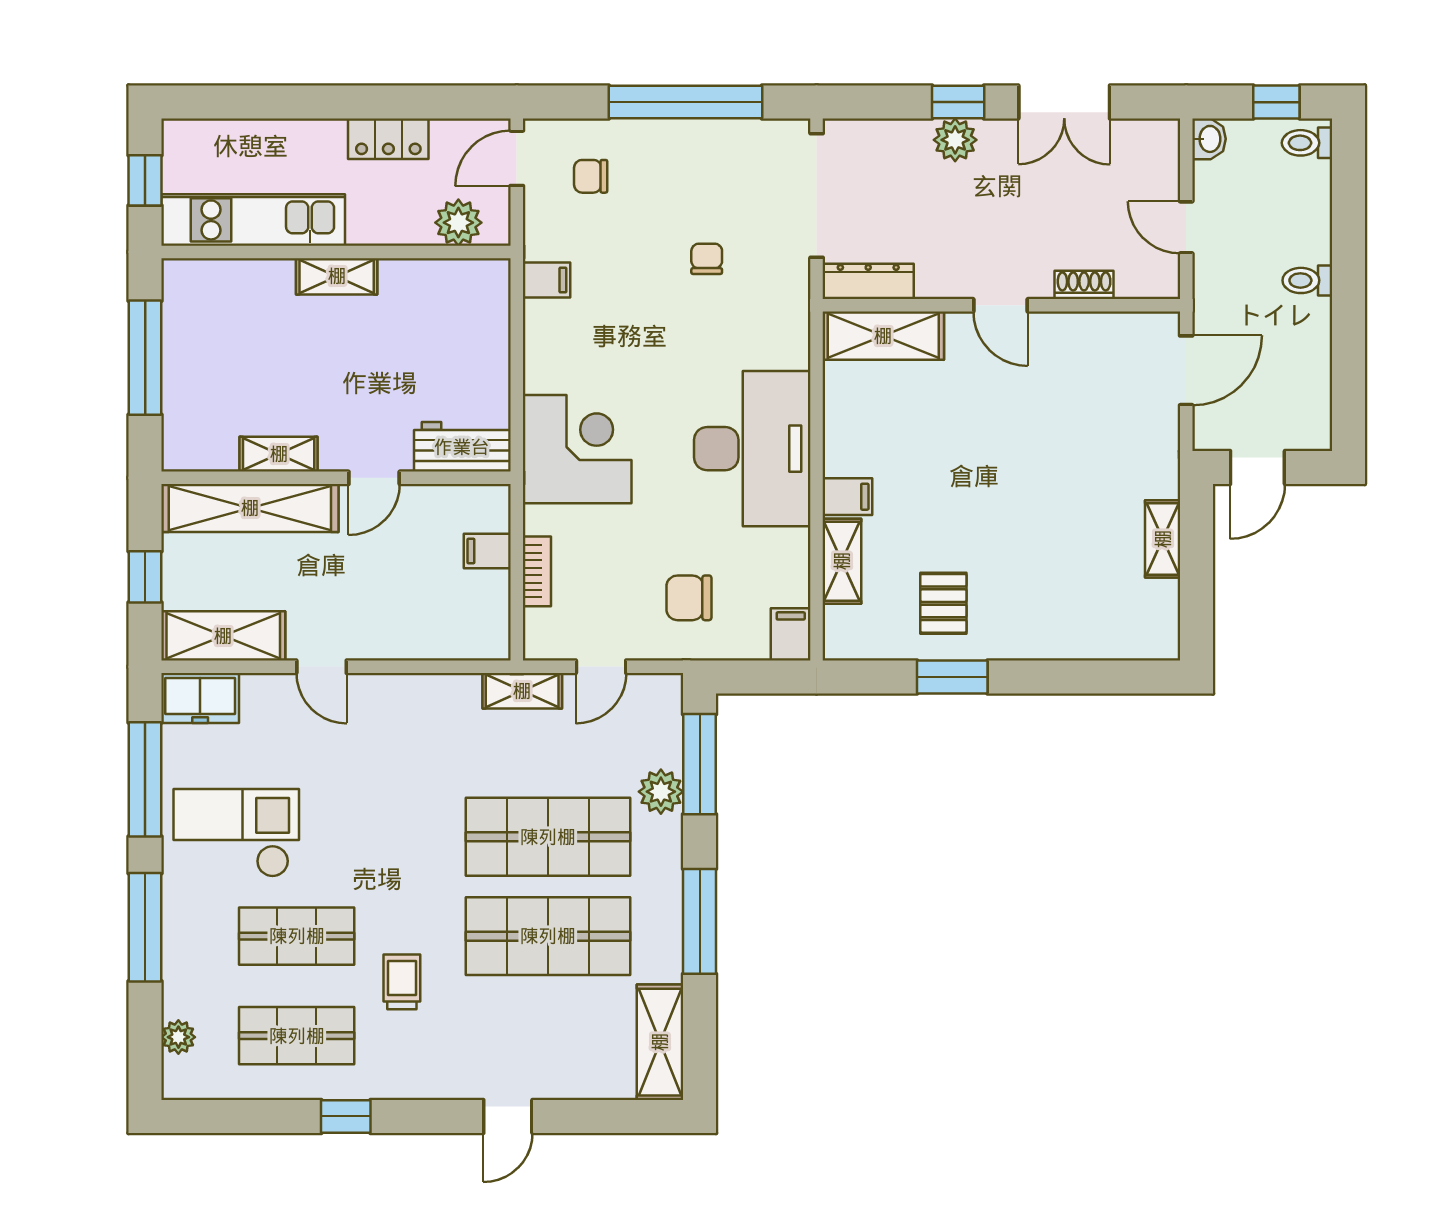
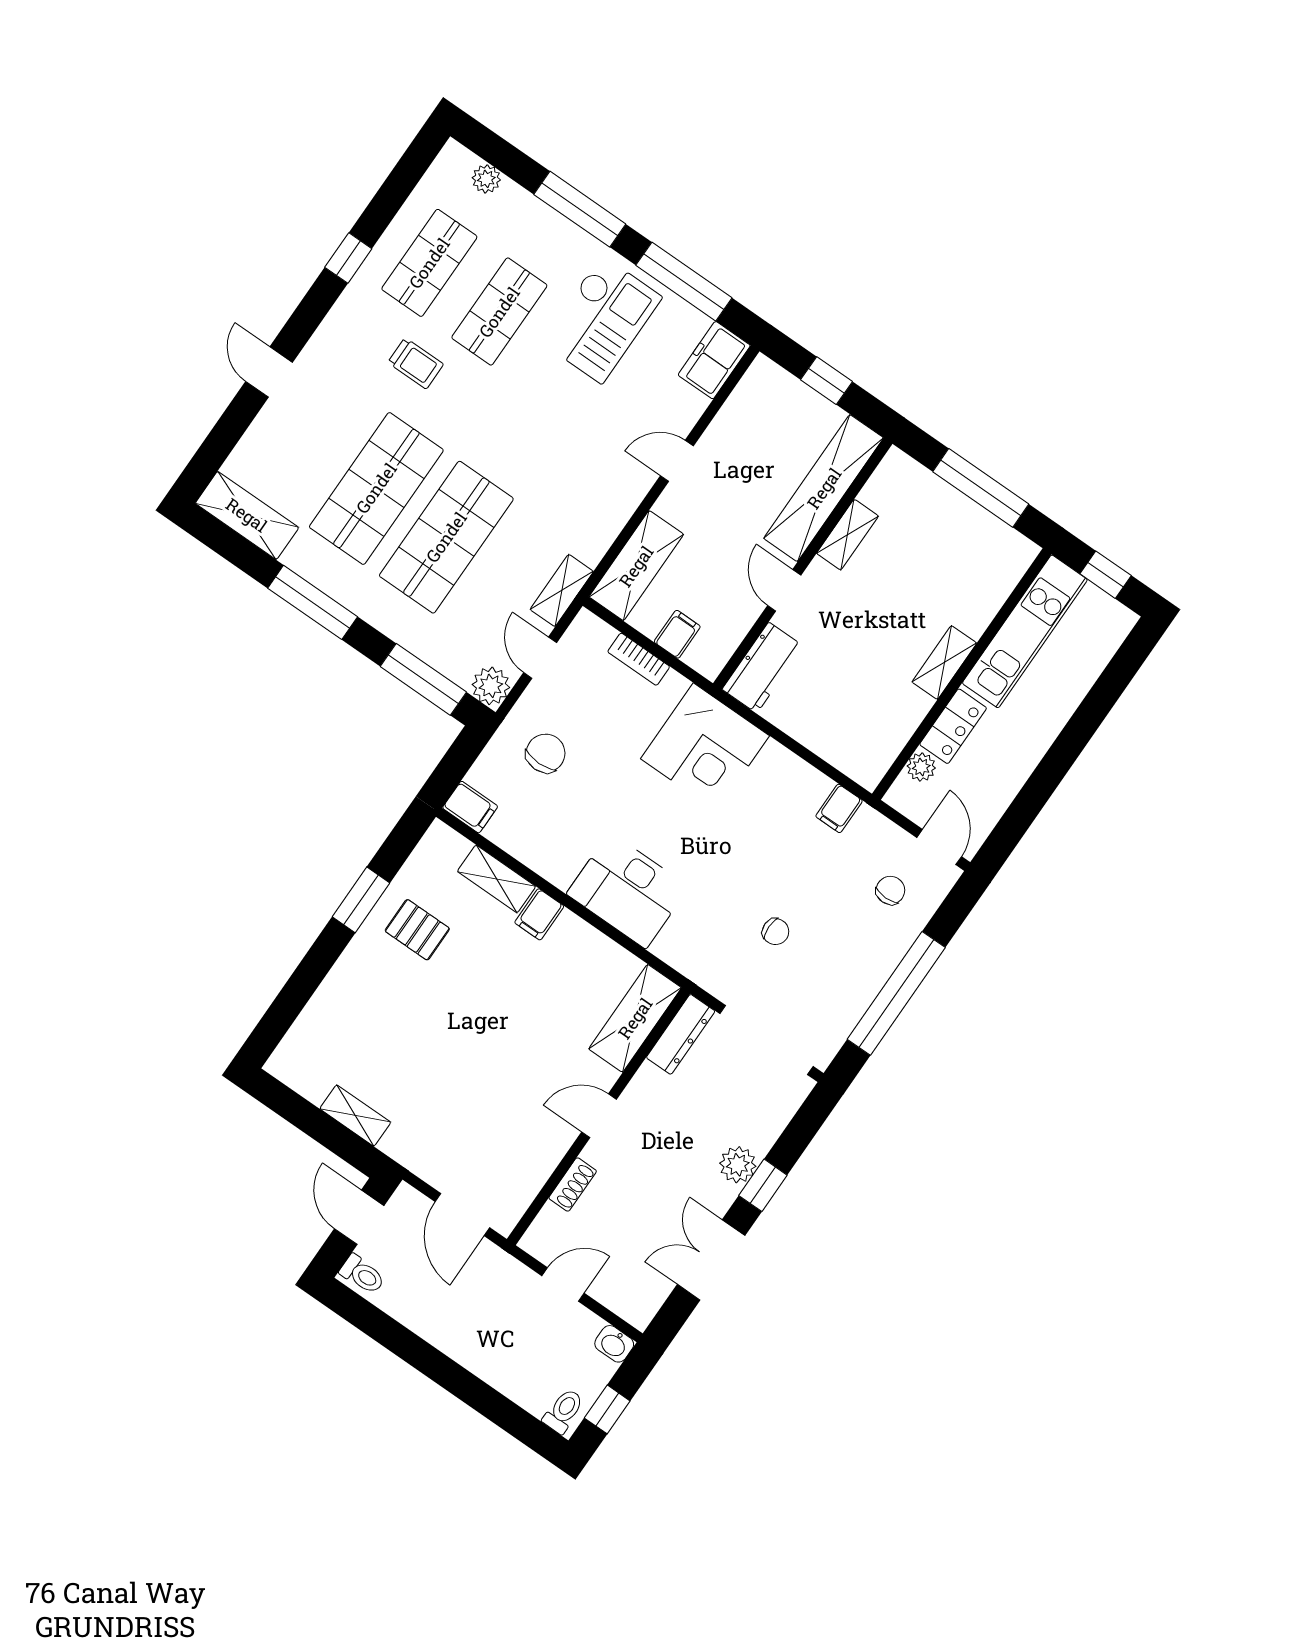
locker: (388, 139) -> (953, 726), moved, turned 180
plant: (458, 223) -> (921, 767), width x0.73, depth x0.73
toilet: (1307, 280) -> (362, 1274), moved, turned 90
desk: (752, 449) -> (628, 890), width x0.73, depth x0.77
shelving: (223, 636) -> (636, 566), moved
plant: (661, 792) -> (491, 686), moved

